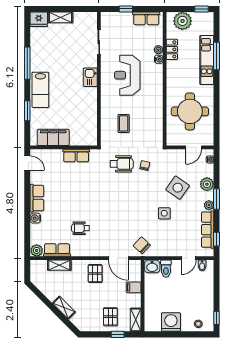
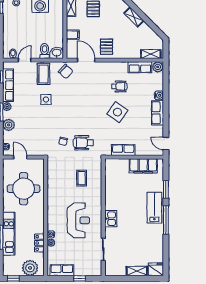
window: (27, 63) -> (166, 220), moved
door: (194, 147) -> (20, 157), hinge flipped
side table: (178, 188) -> (117, 112), moved
coffee table: (167, 242) -> (44, 74), added
shelving: (59, 265) -> (151, 54), moved

